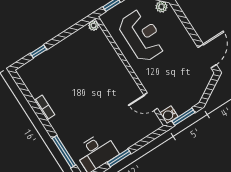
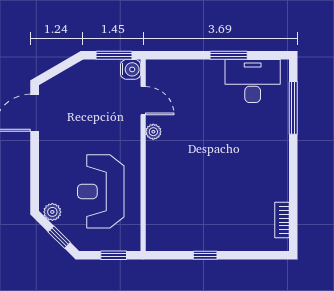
plant: (94, 25) -> (153, 132), moved
window: (38, 51) -> (205, 255), moved
bookcase: (45, 108) -> (282, 220), moved

